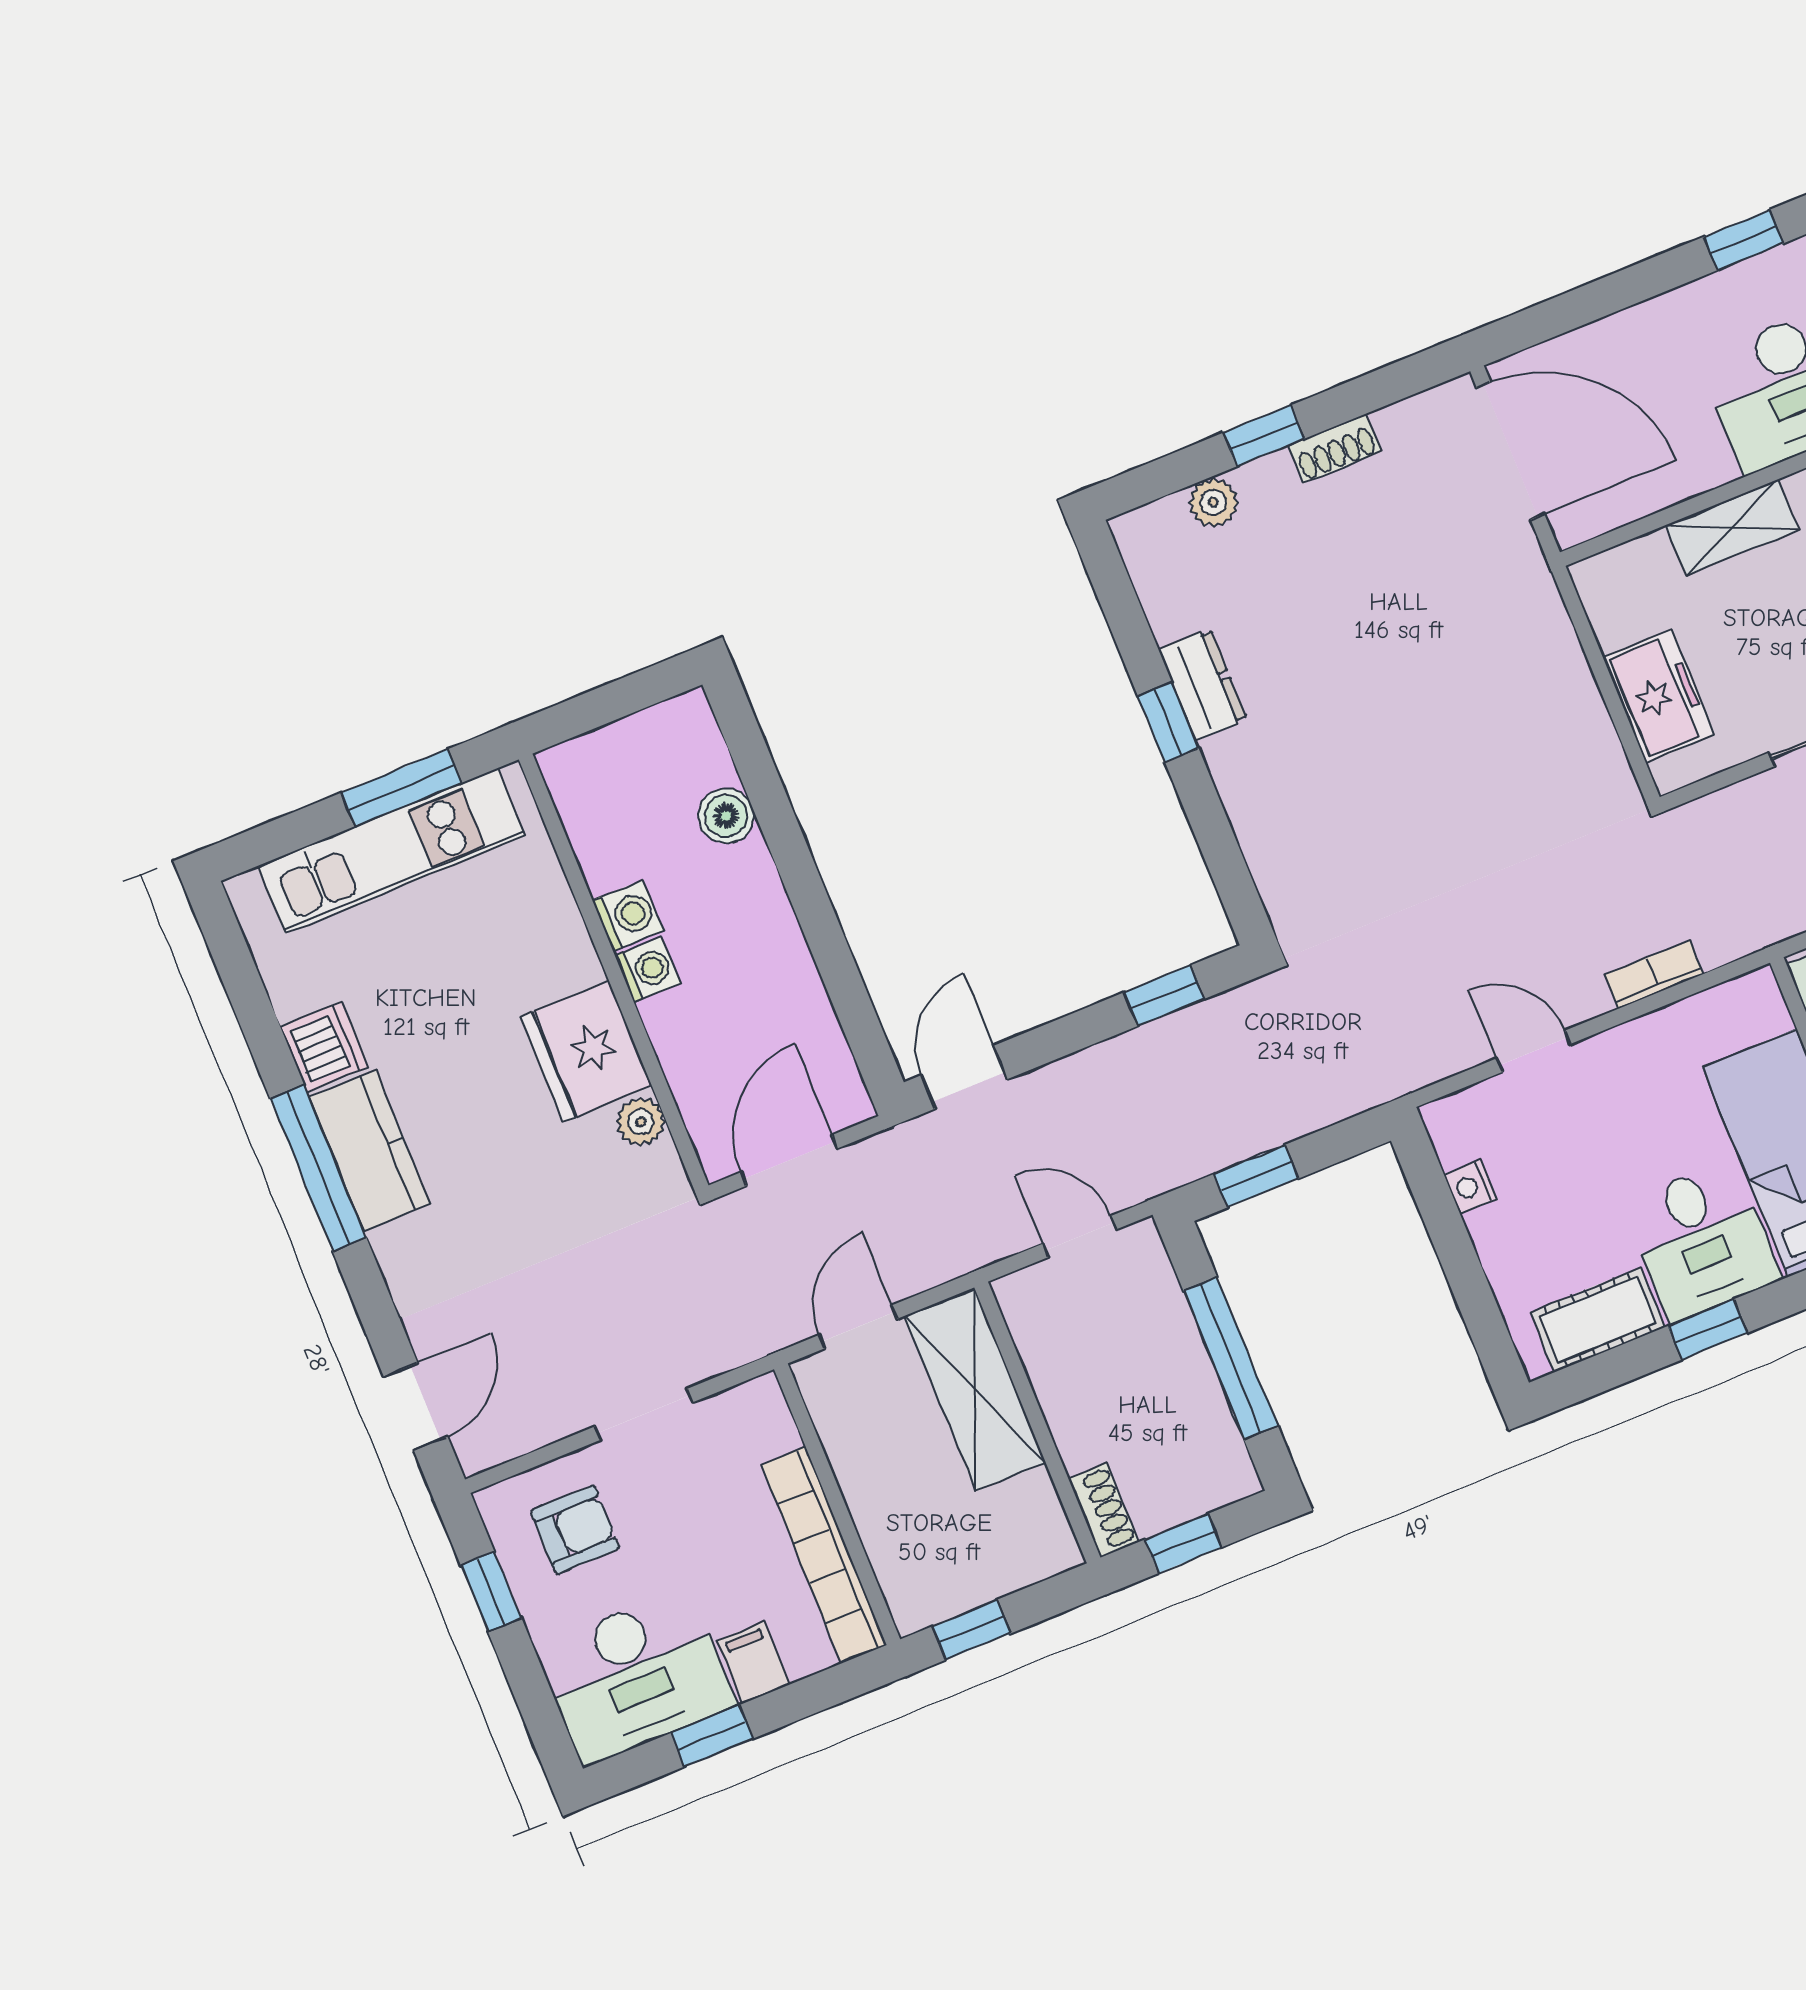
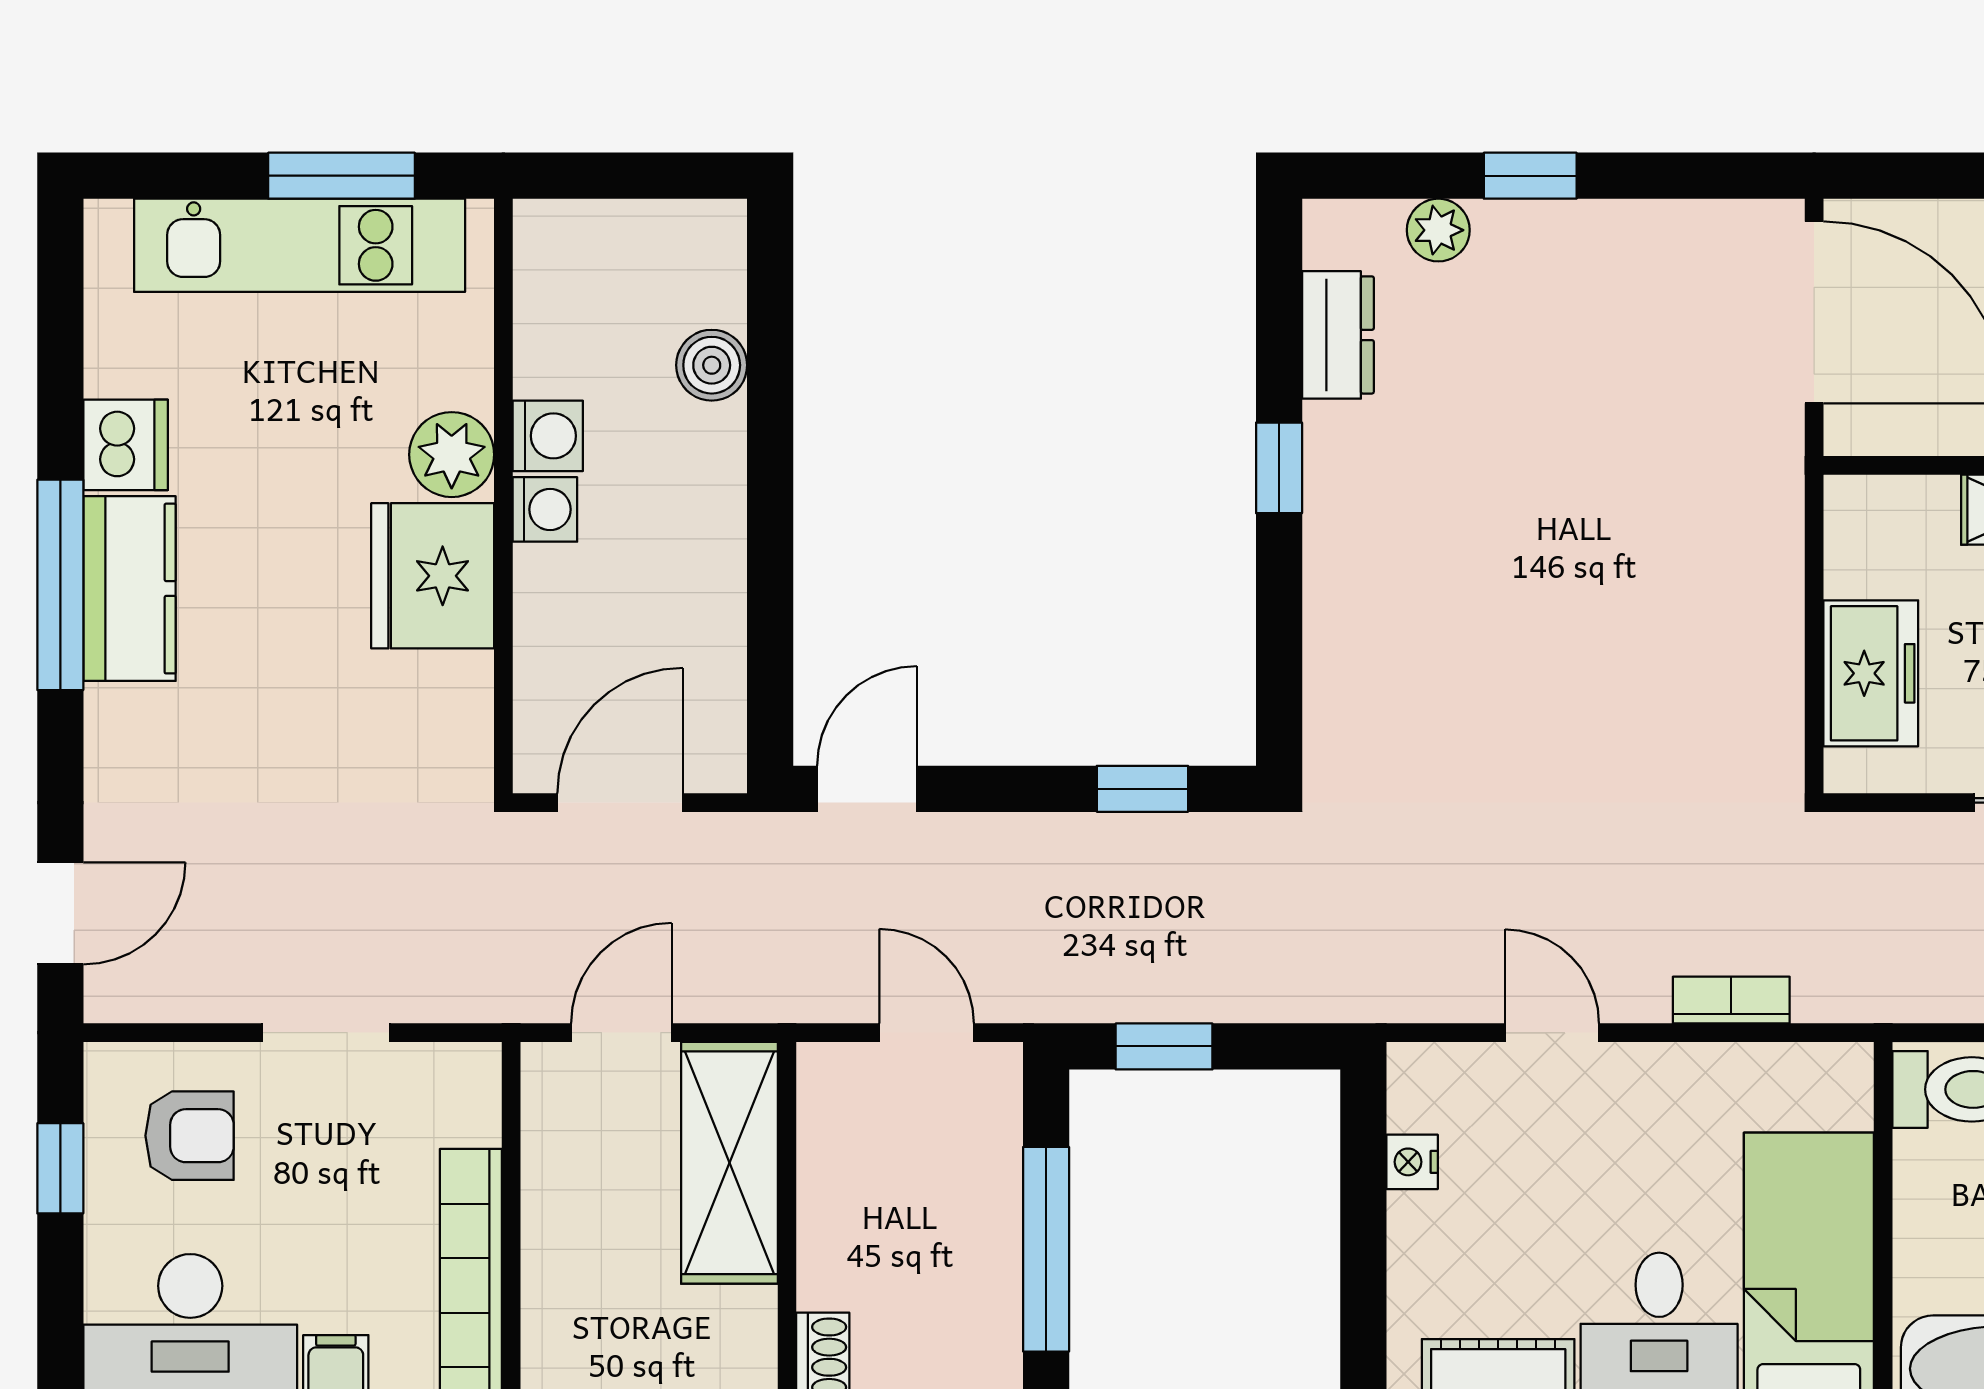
shoe rack: (1335, 448) -> (1608, 225), removed
dresser: (1203, 684) -> (1338, 335), moved
plant: (641, 1122) -> (452, 455), moved, width x1.38, depth x1.38

